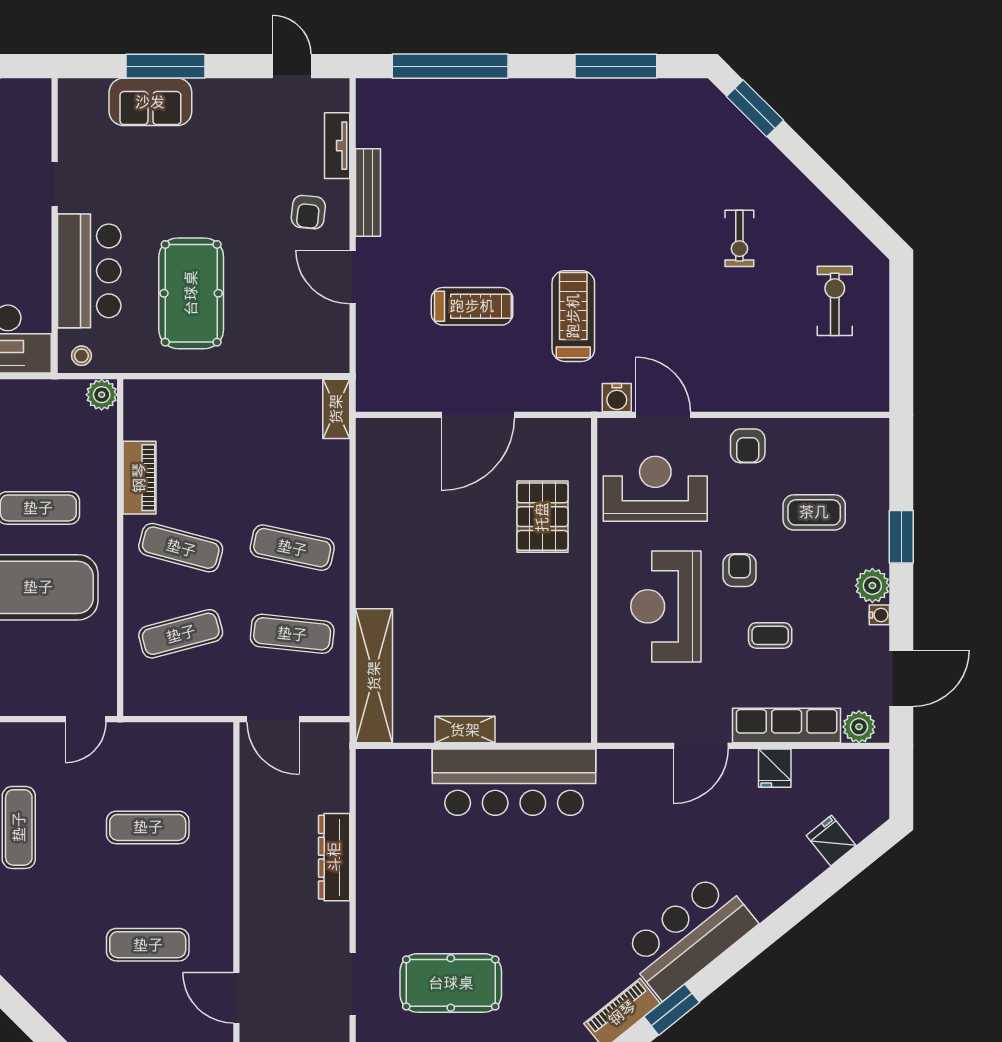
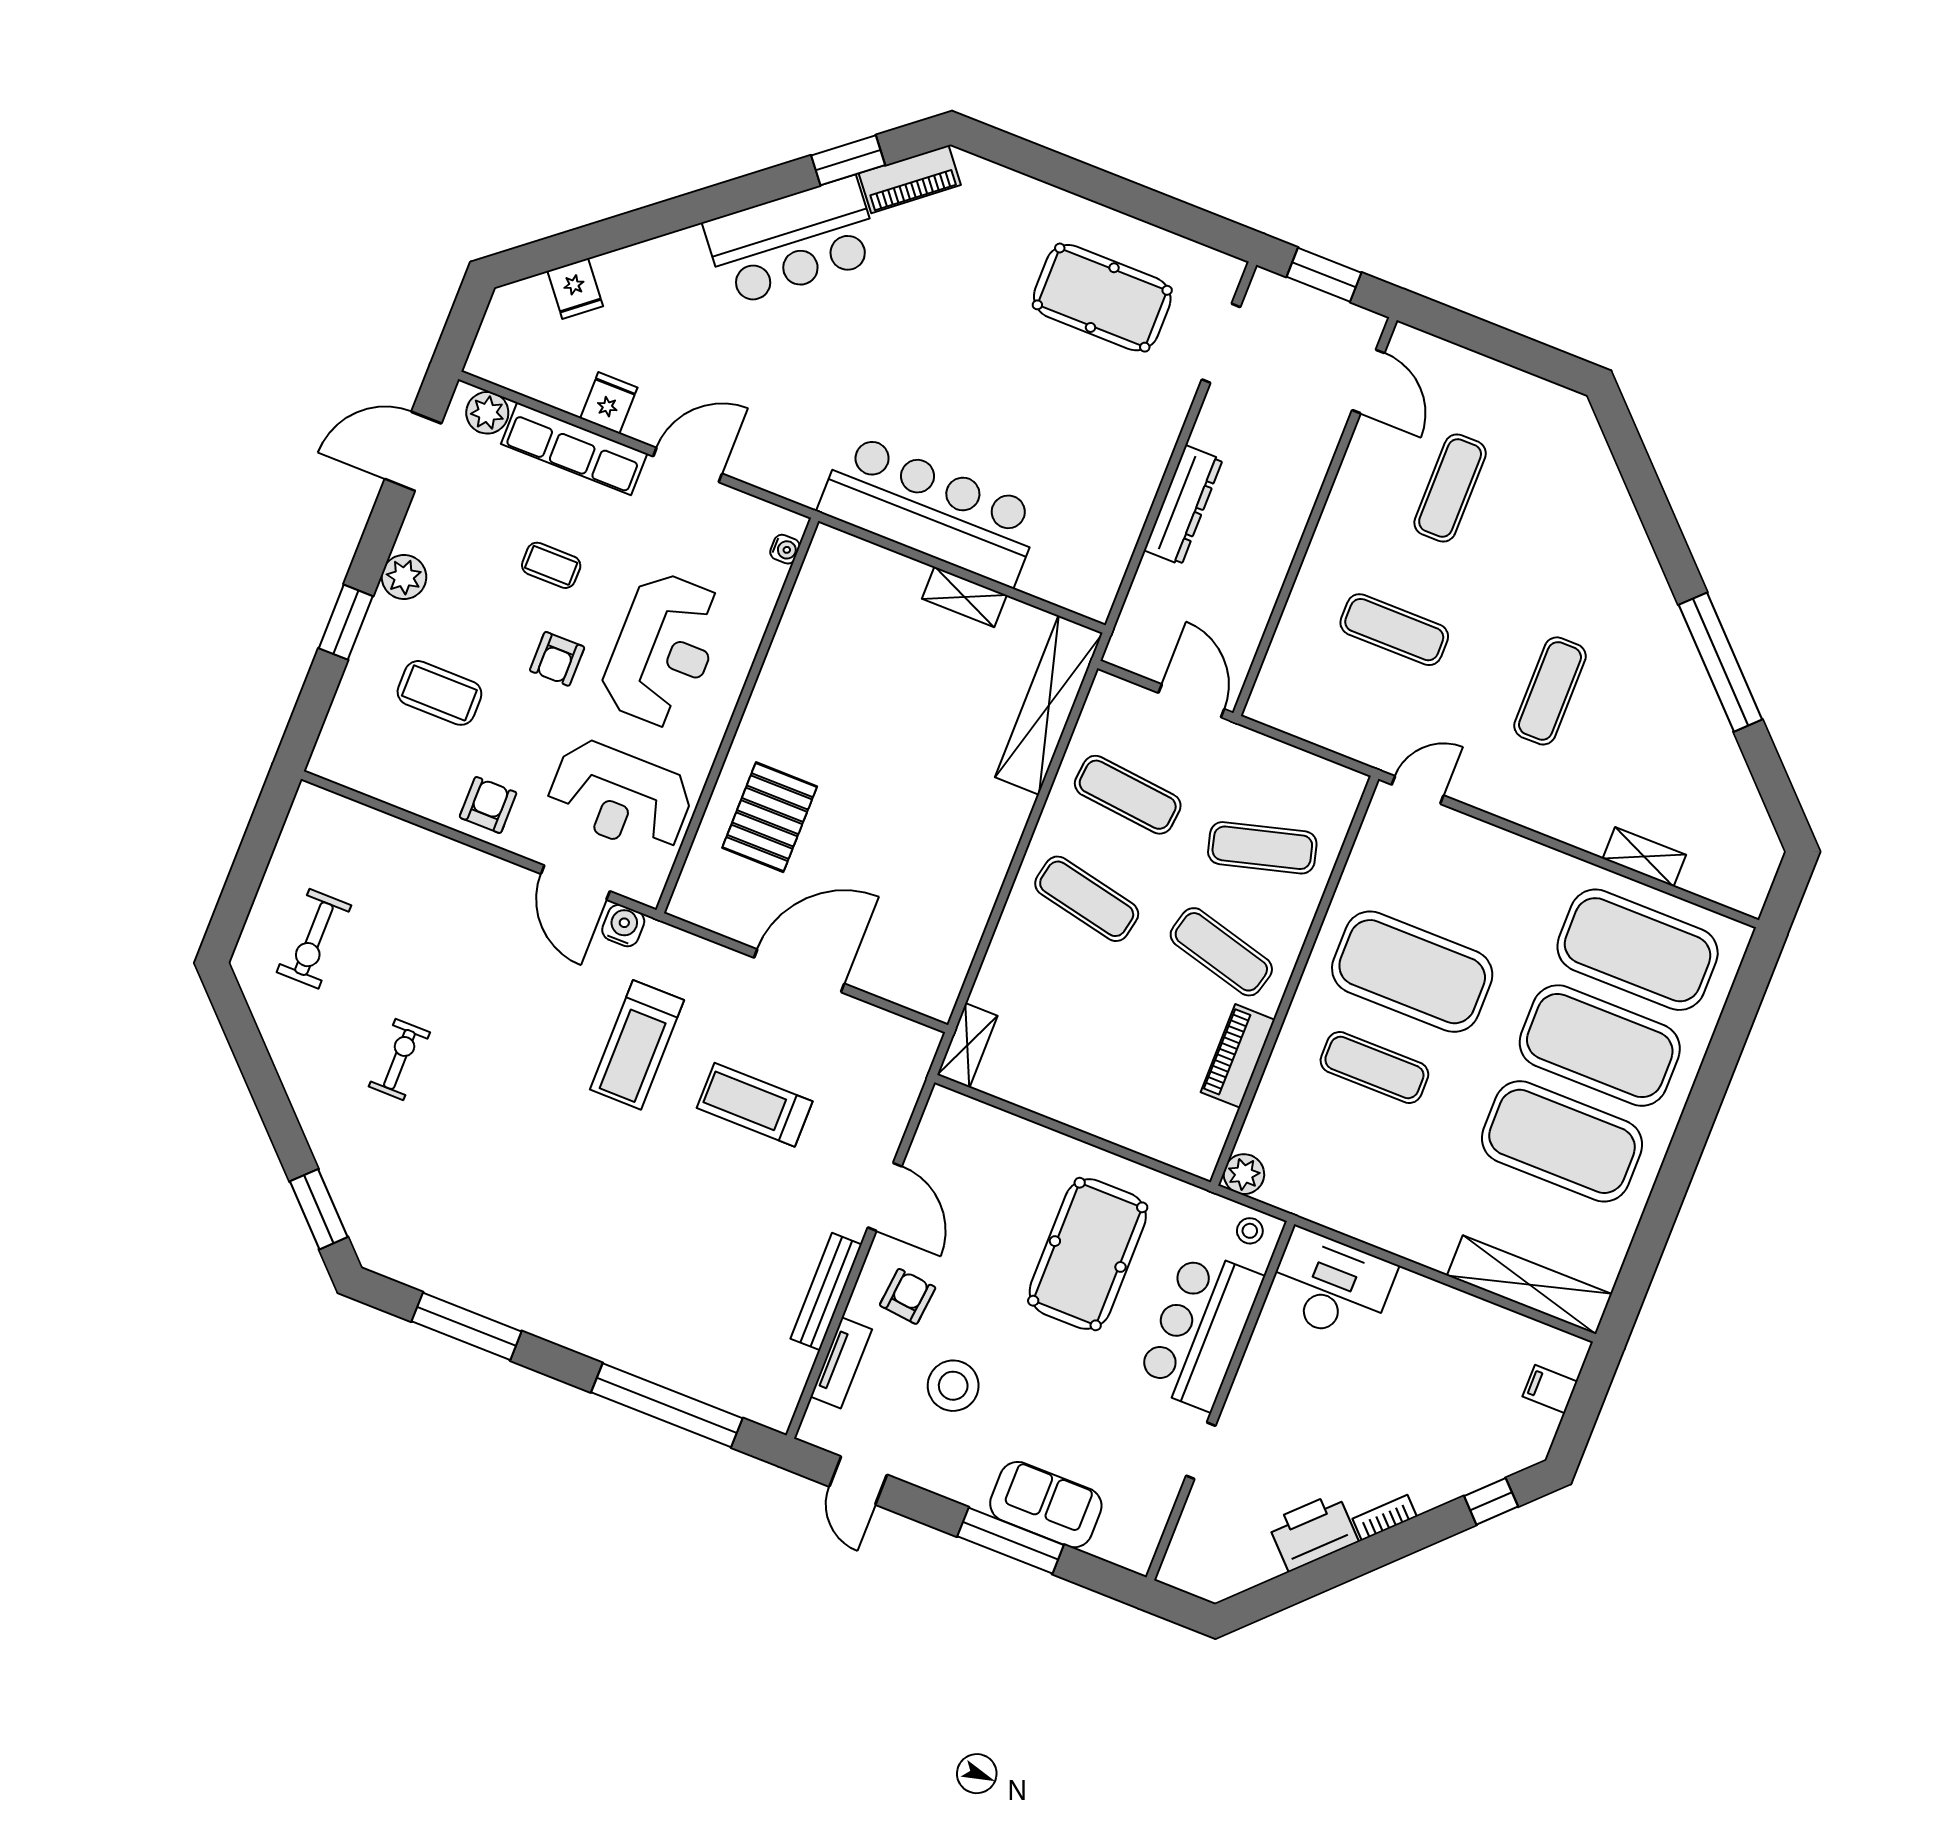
stool: (250, 161) -> (953, 1386), added
water cooler: (879, 615) -> (785, 549), moved, turned 180
exercise mat: (148, 945) -> (1450, 488), turned 90

